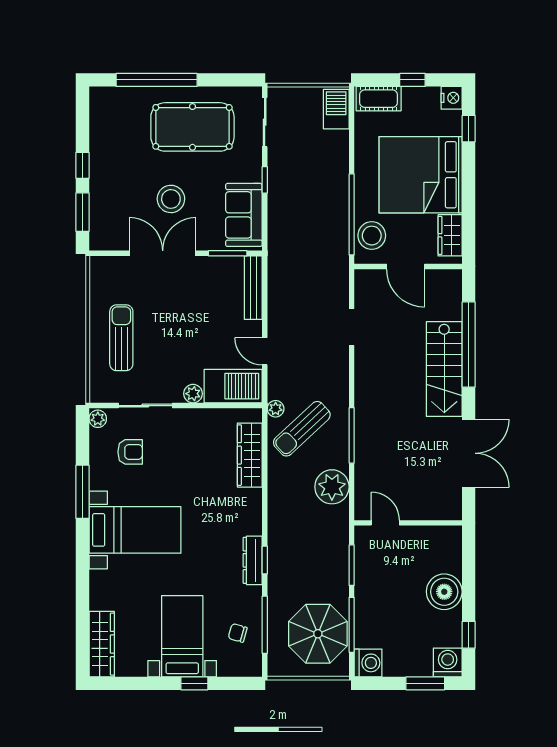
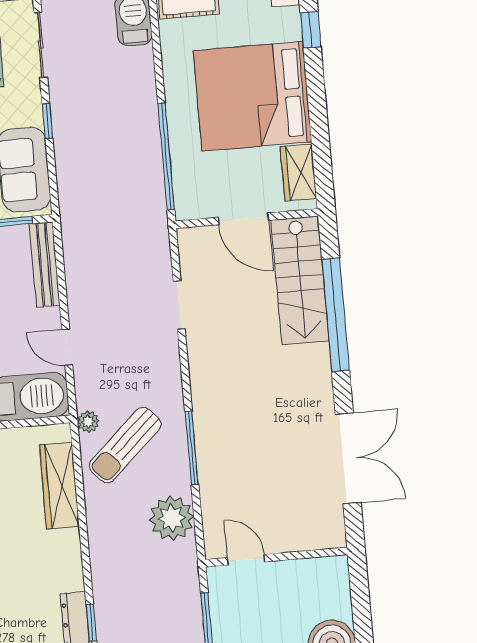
stool: (372, 236) -> (195, 182), removed
stairs: (444, 369) -> (300, 280), moved

